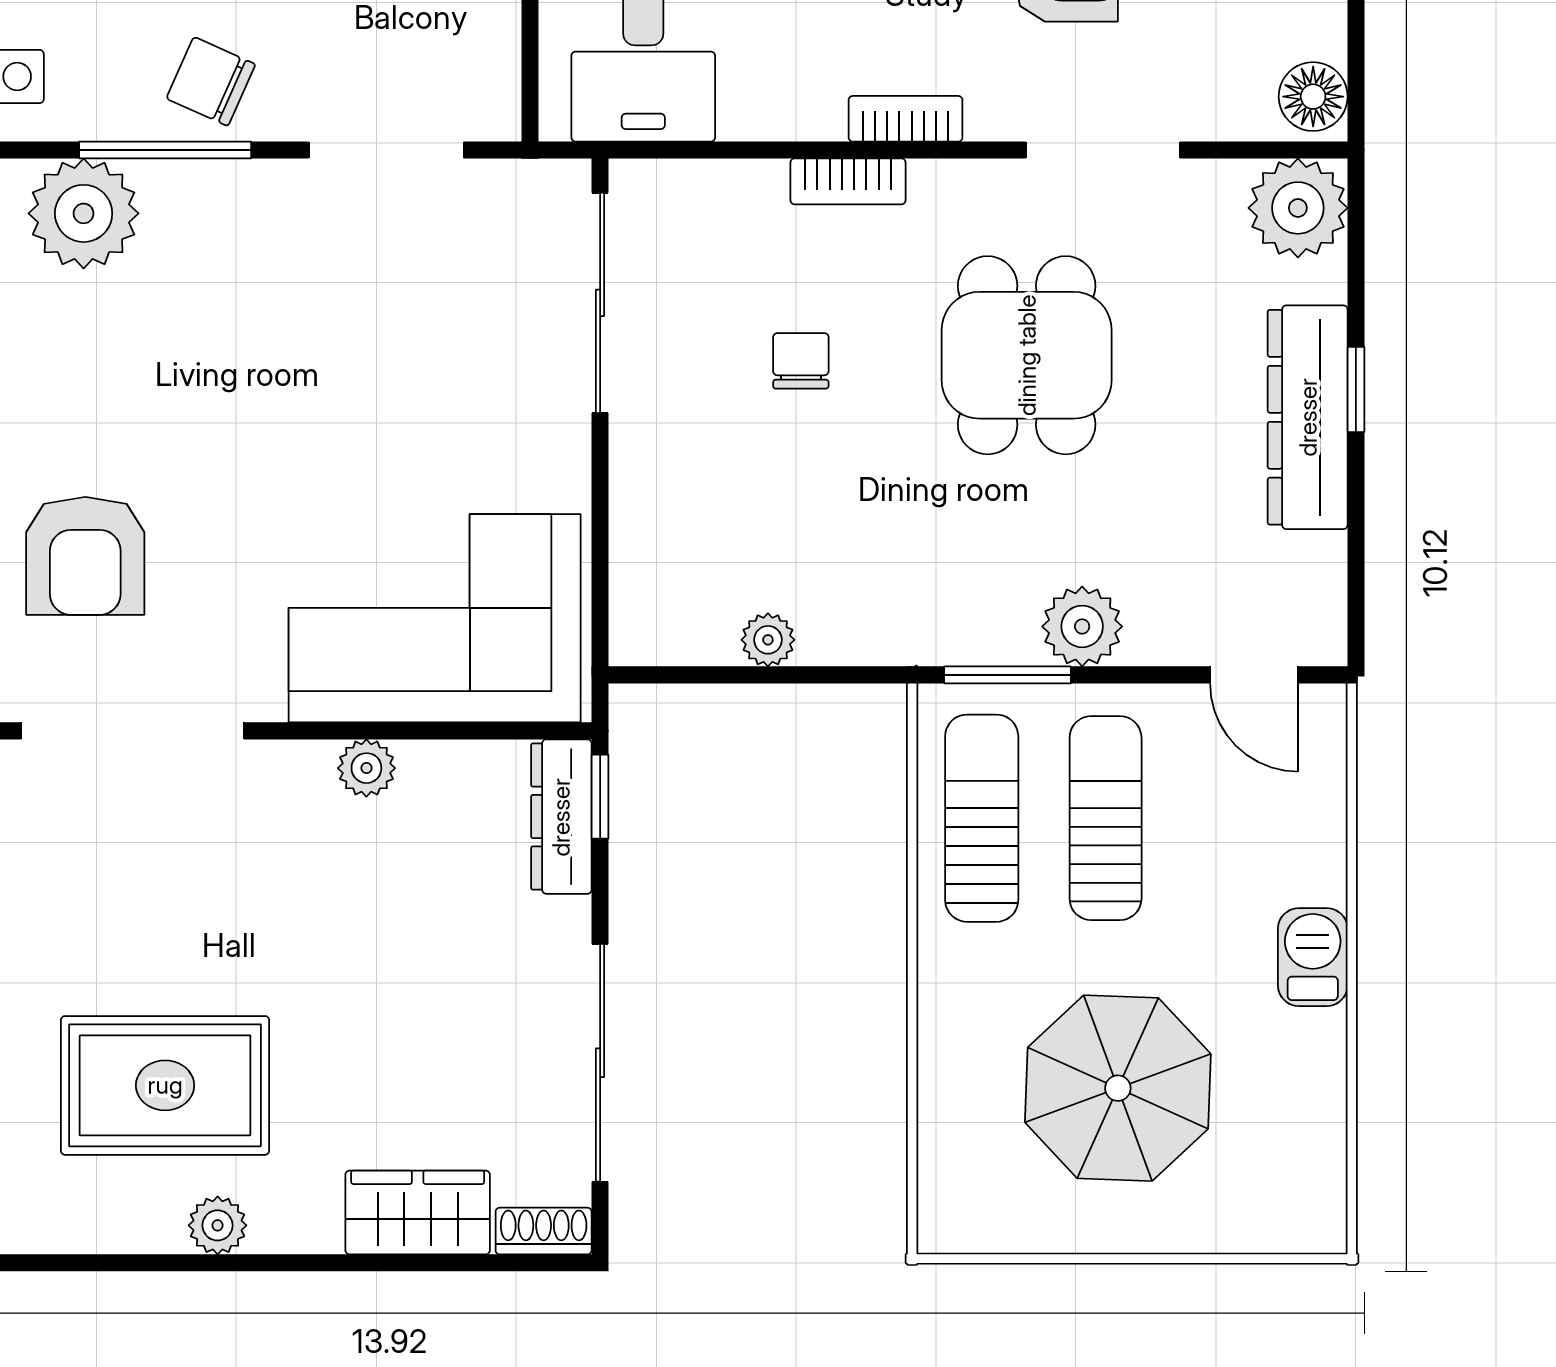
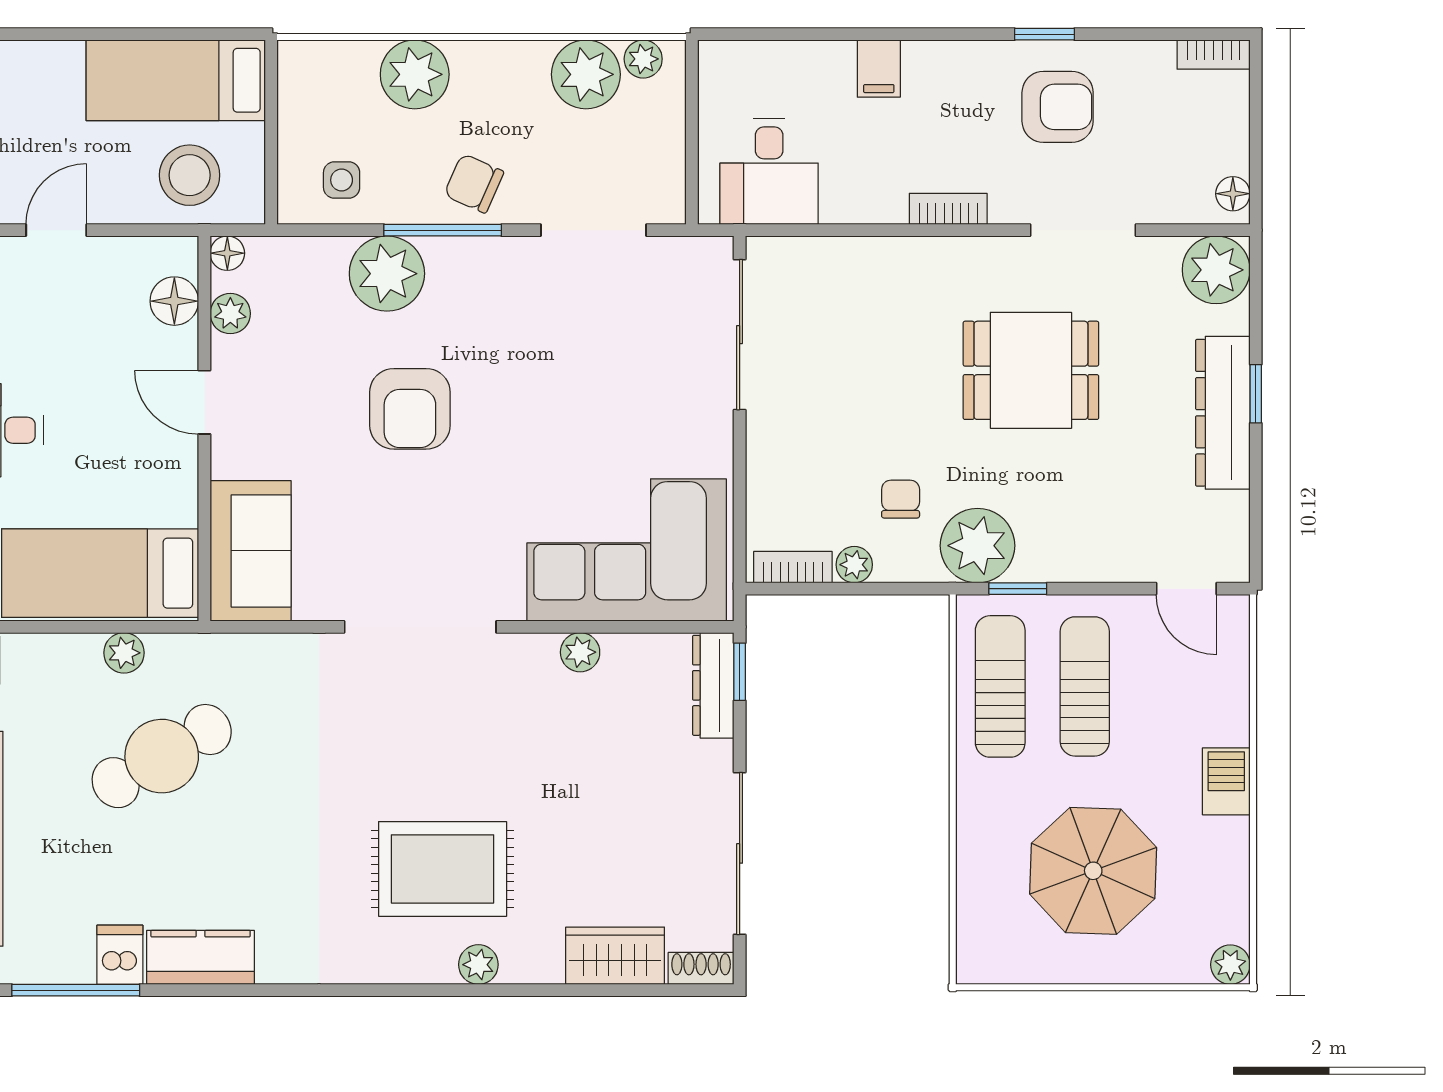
floor lamp: (1313, 97) -> (1233, 194), width x0.73, depth x0.73
bookcase: (848, 181) -> (793, 567), moved, turned 180
dining table: (1027, 355) -> (1031, 370), turned 90
chair: (801, 361) -> (901, 499), moved
armchair: (85, 556) -> (410, 409), moved
plant: (1082, 626) -> (977, 546), moved, width x1.36, depth x1.36
window: (1007, 675) -> (1018, 589), width x0.67
plant: (1319, 1226) -> (1230, 965), added

